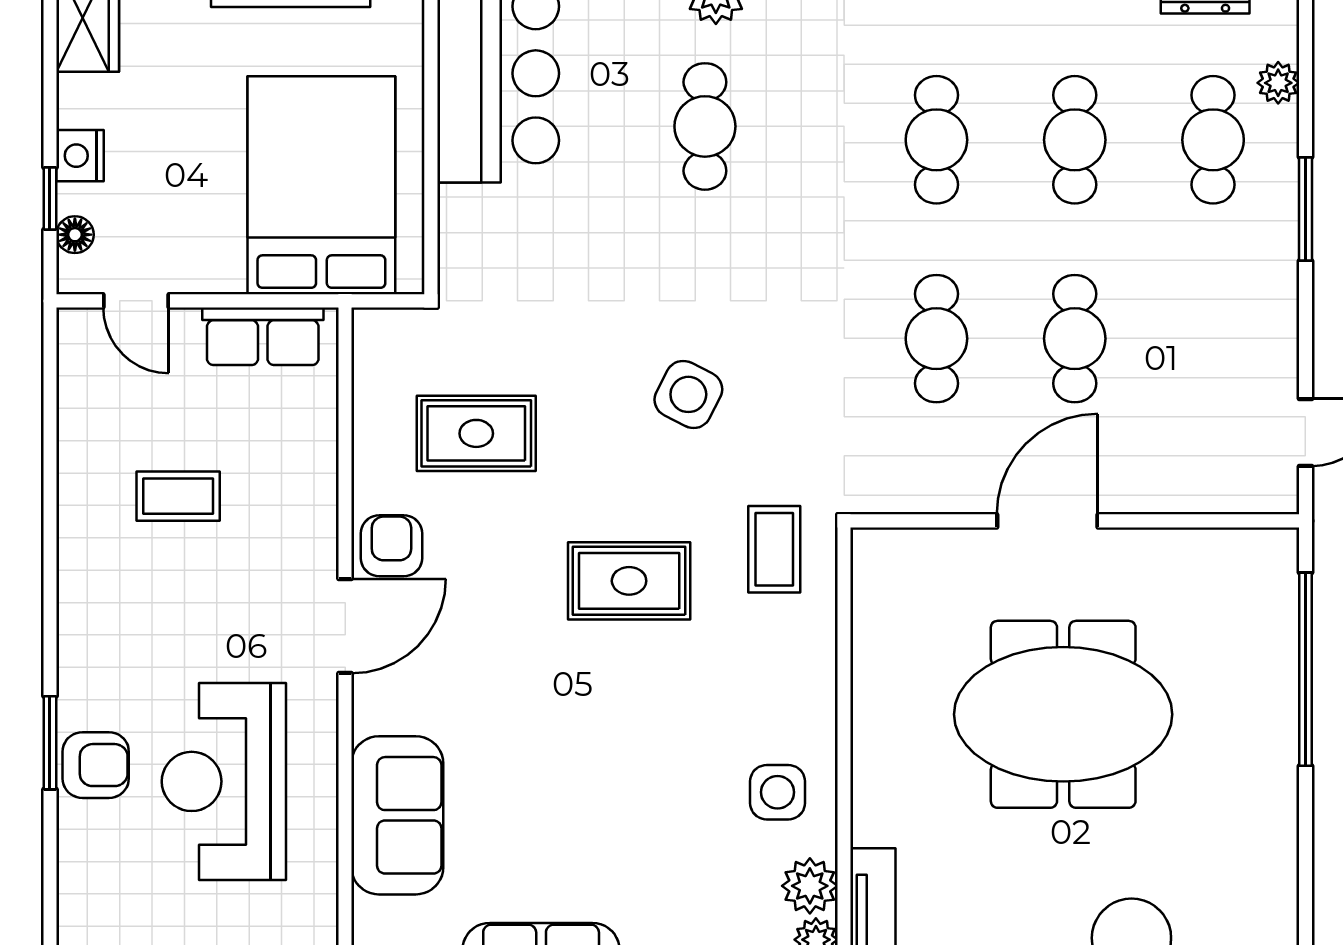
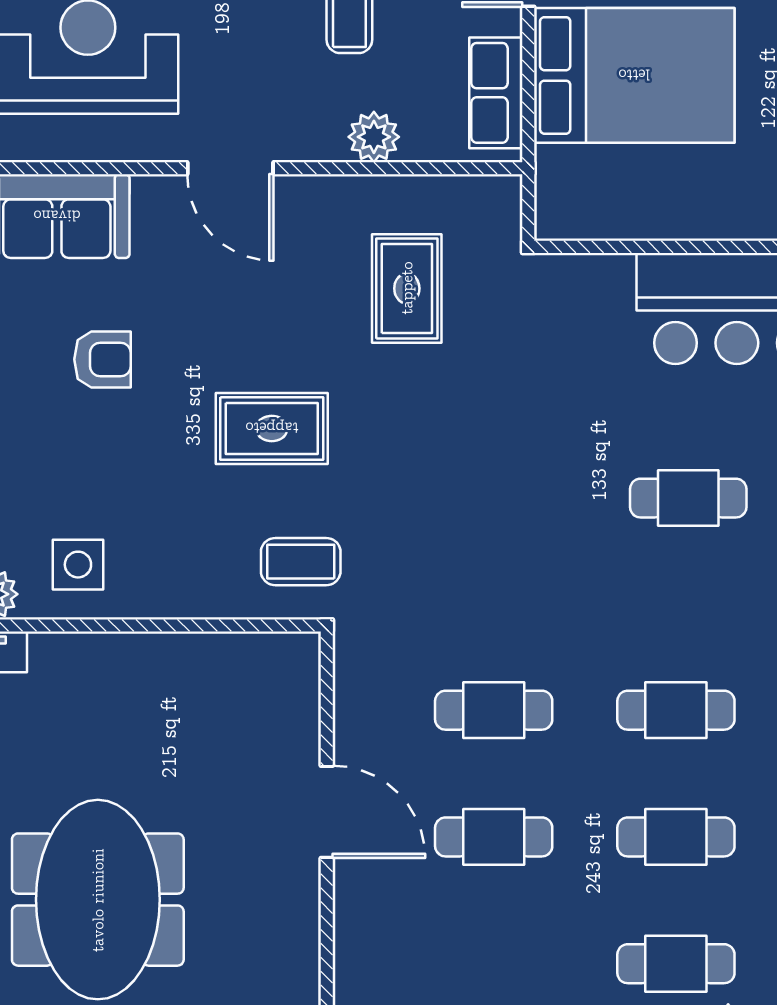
bed: (321, 185) -> (634, 75), moved
side table: (688, 394) -> (443, 483), removed
plant: (311, 469) -> (374, 137), added
armchair: (391, 546) -> (103, 359), moved
rug: (629, 581) -> (272, 428), turned 90
meeting table: (1063, 714) -> (98, 900), moved

